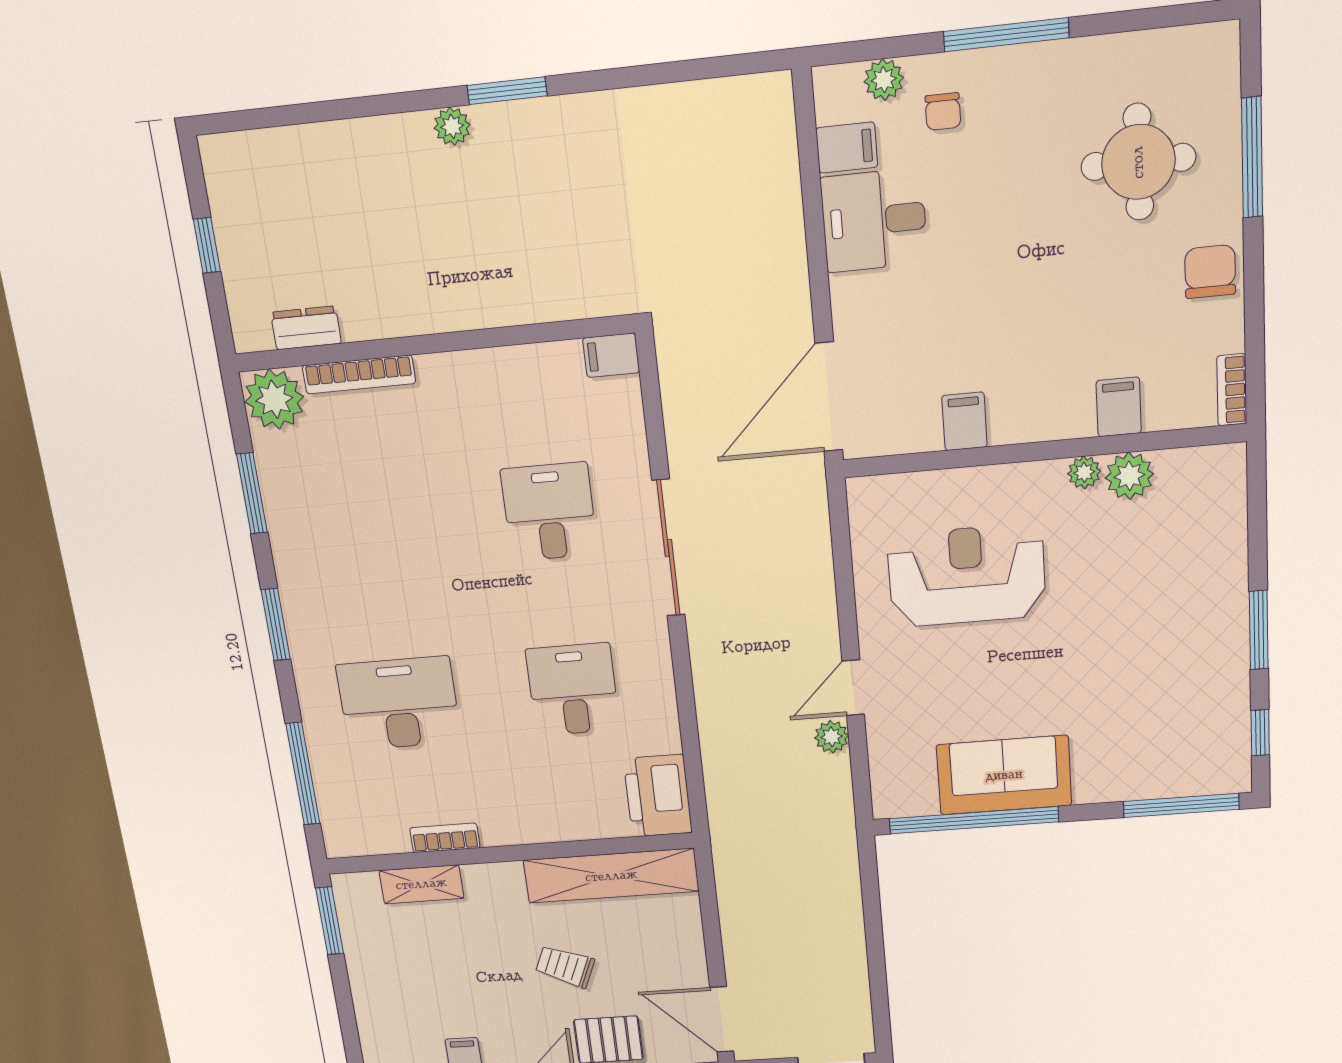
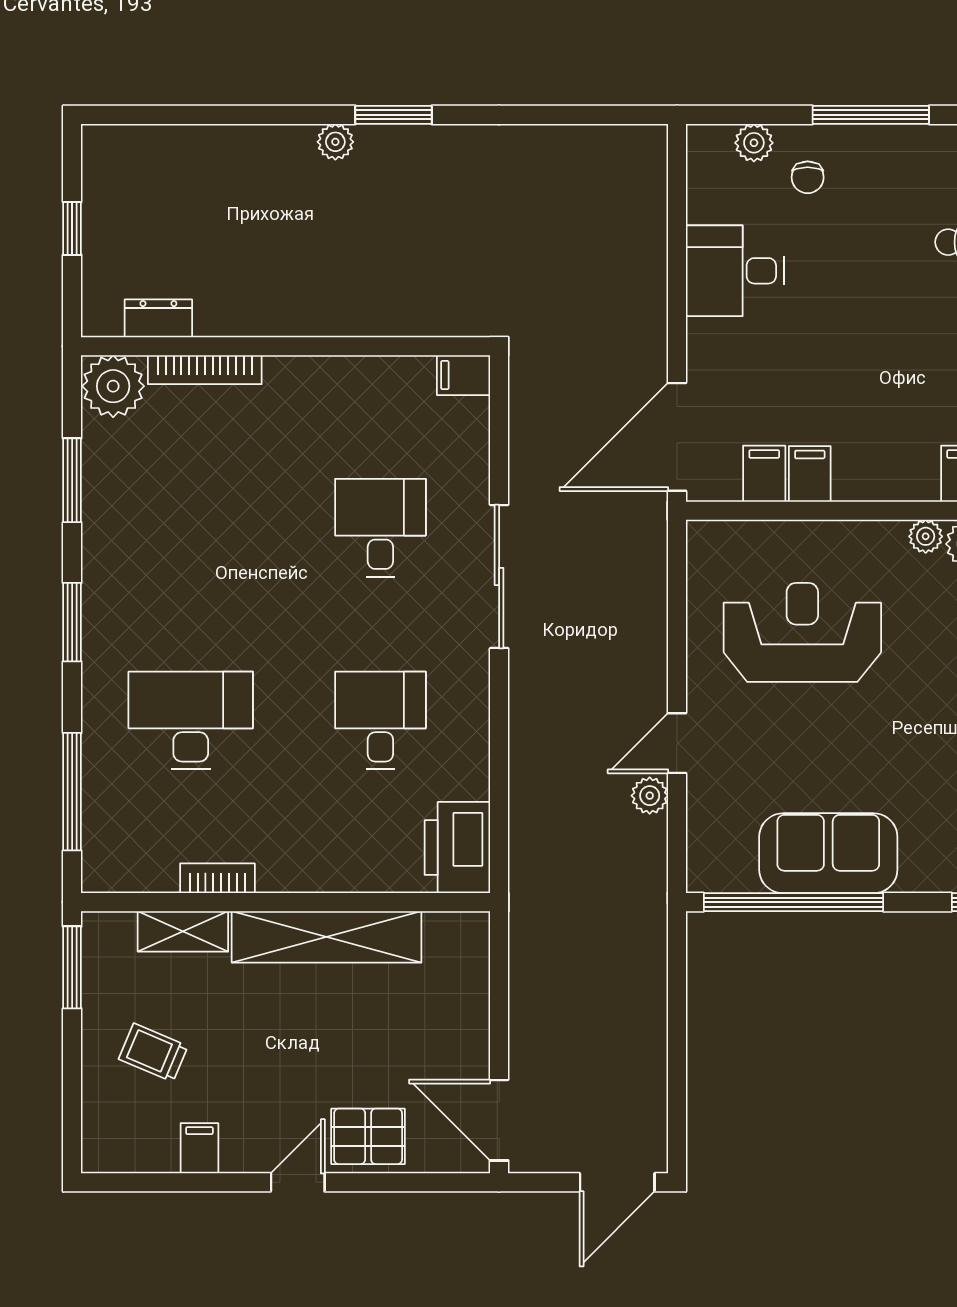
filing cabinet: (847, 148) -> (764, 474), moved, turned -90
shelving: (611, 876) -> (327, 937), moved
trolley: (565, 966) -> (153, 1053), moved

